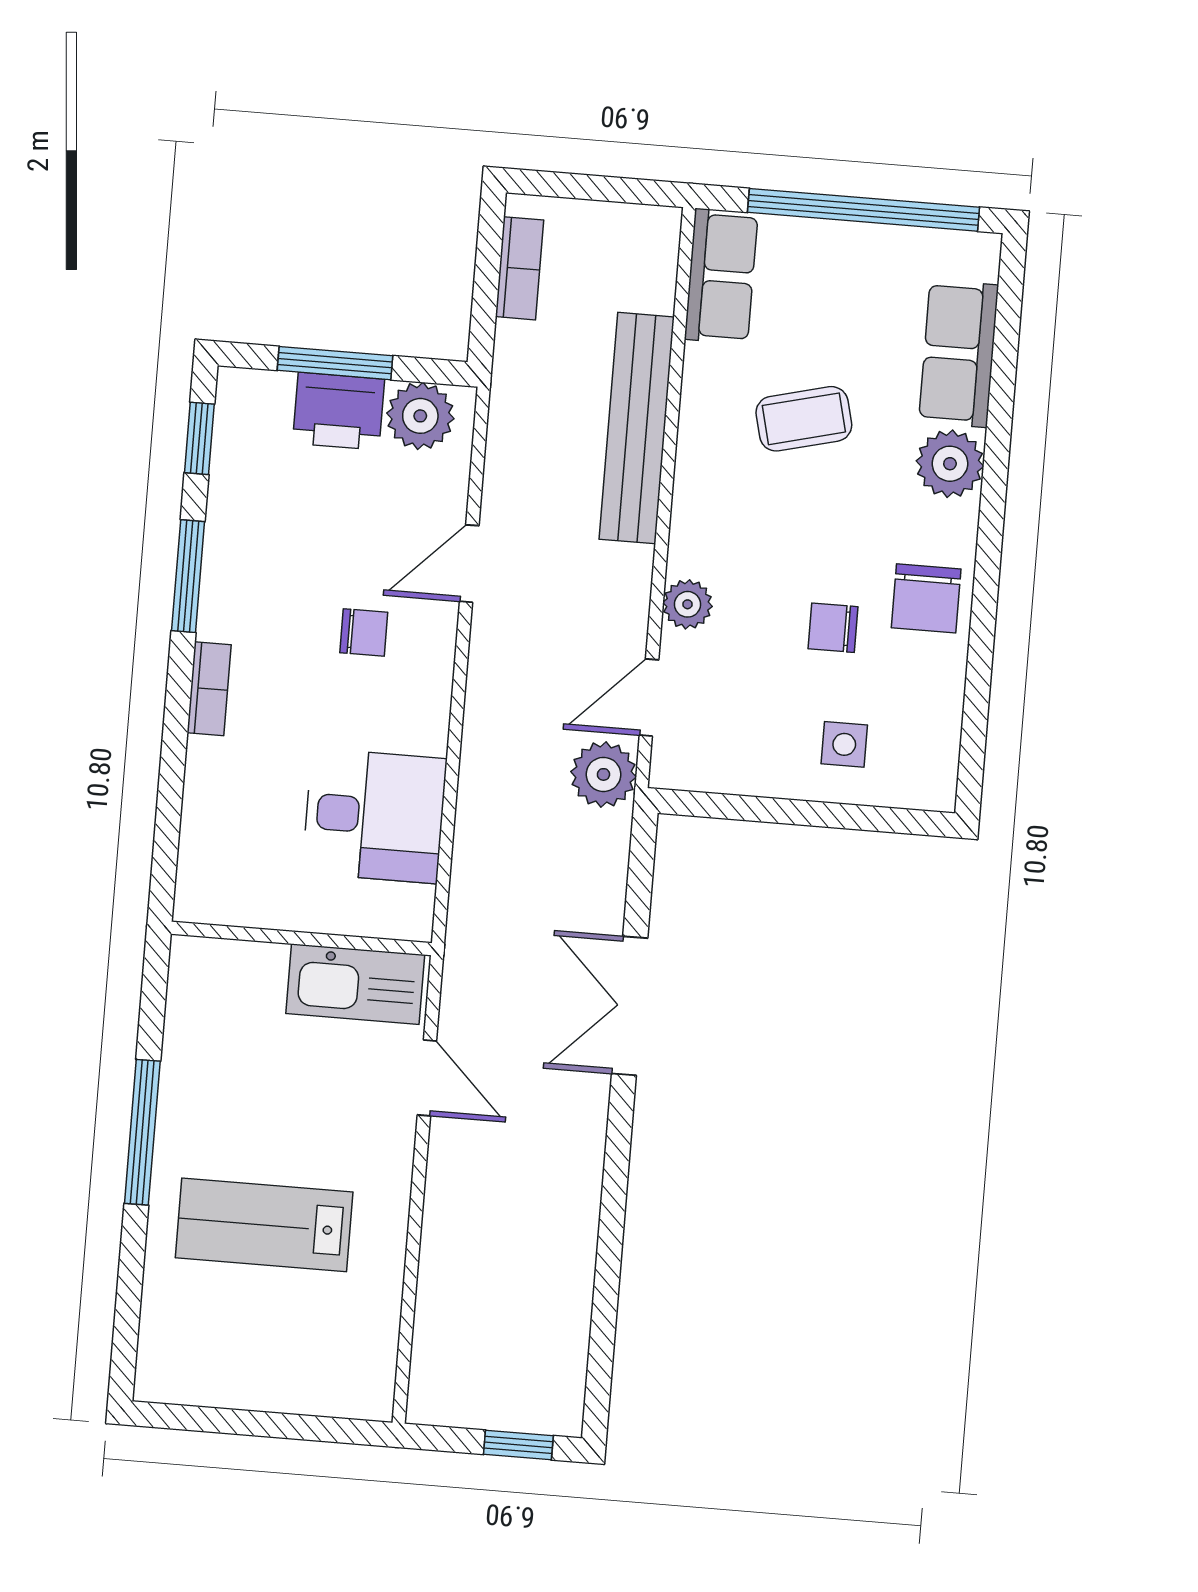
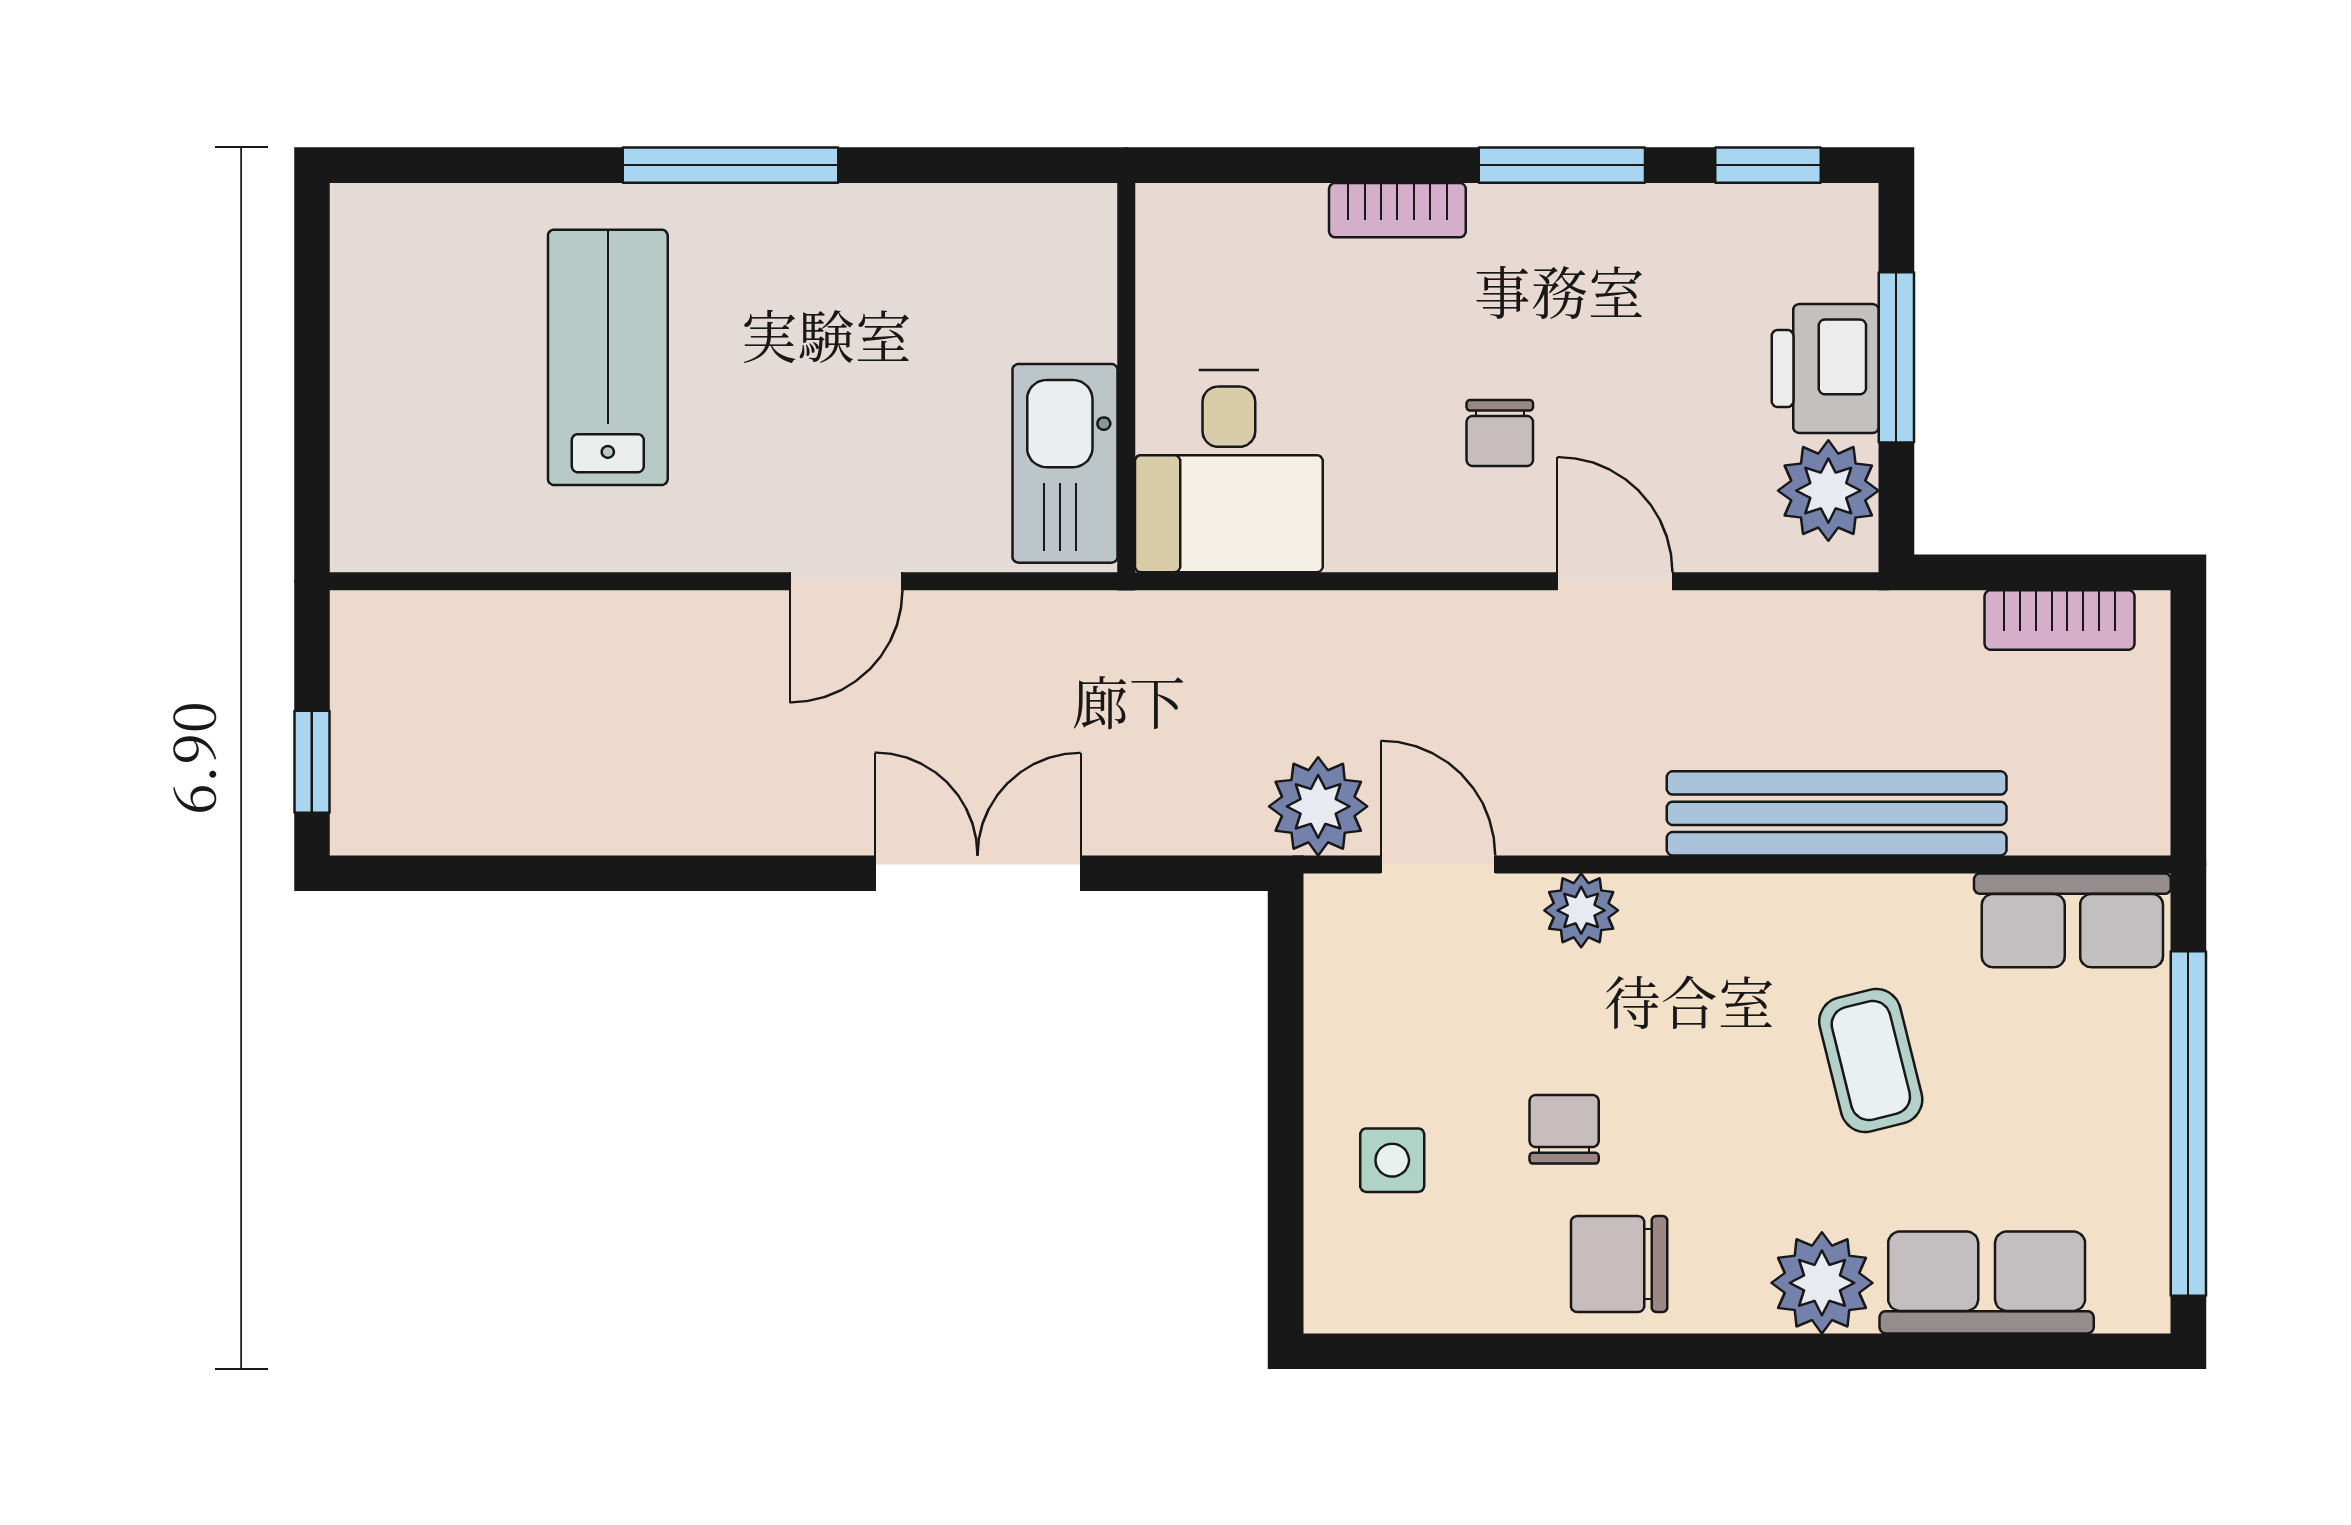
wall: (301, 938) -> (1126, 378), moved
kitchen sink: (355, 984) -> (1065, 463), moved

